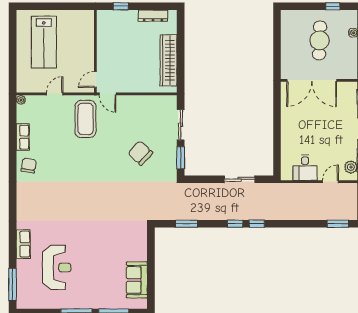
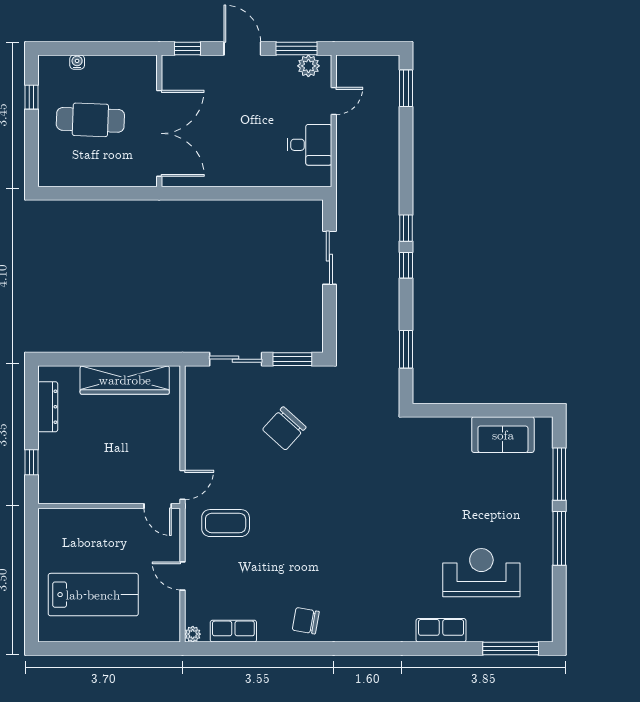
coffee table: (85, 119) -> (226, 523), width x0.73, depth x0.76
row of seats: (23, 137) -> (233, 631), moved
door: (331, 182) -> (334, 101), swing flipped

